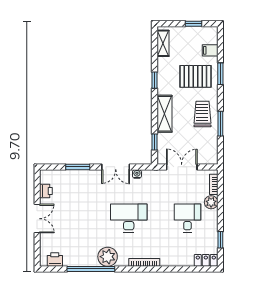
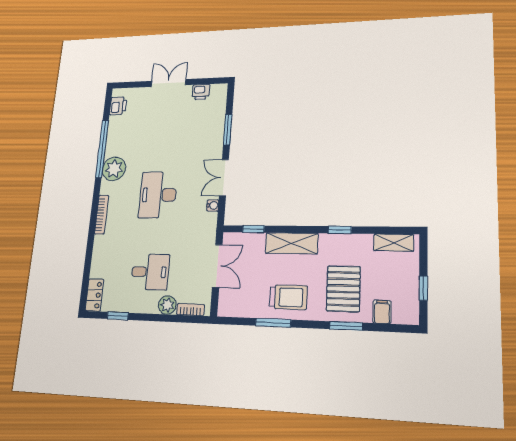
desk: (129, 218) -> (158, 195), turned 180
double door: (37, 219) -> (169, 83), swing flipped

